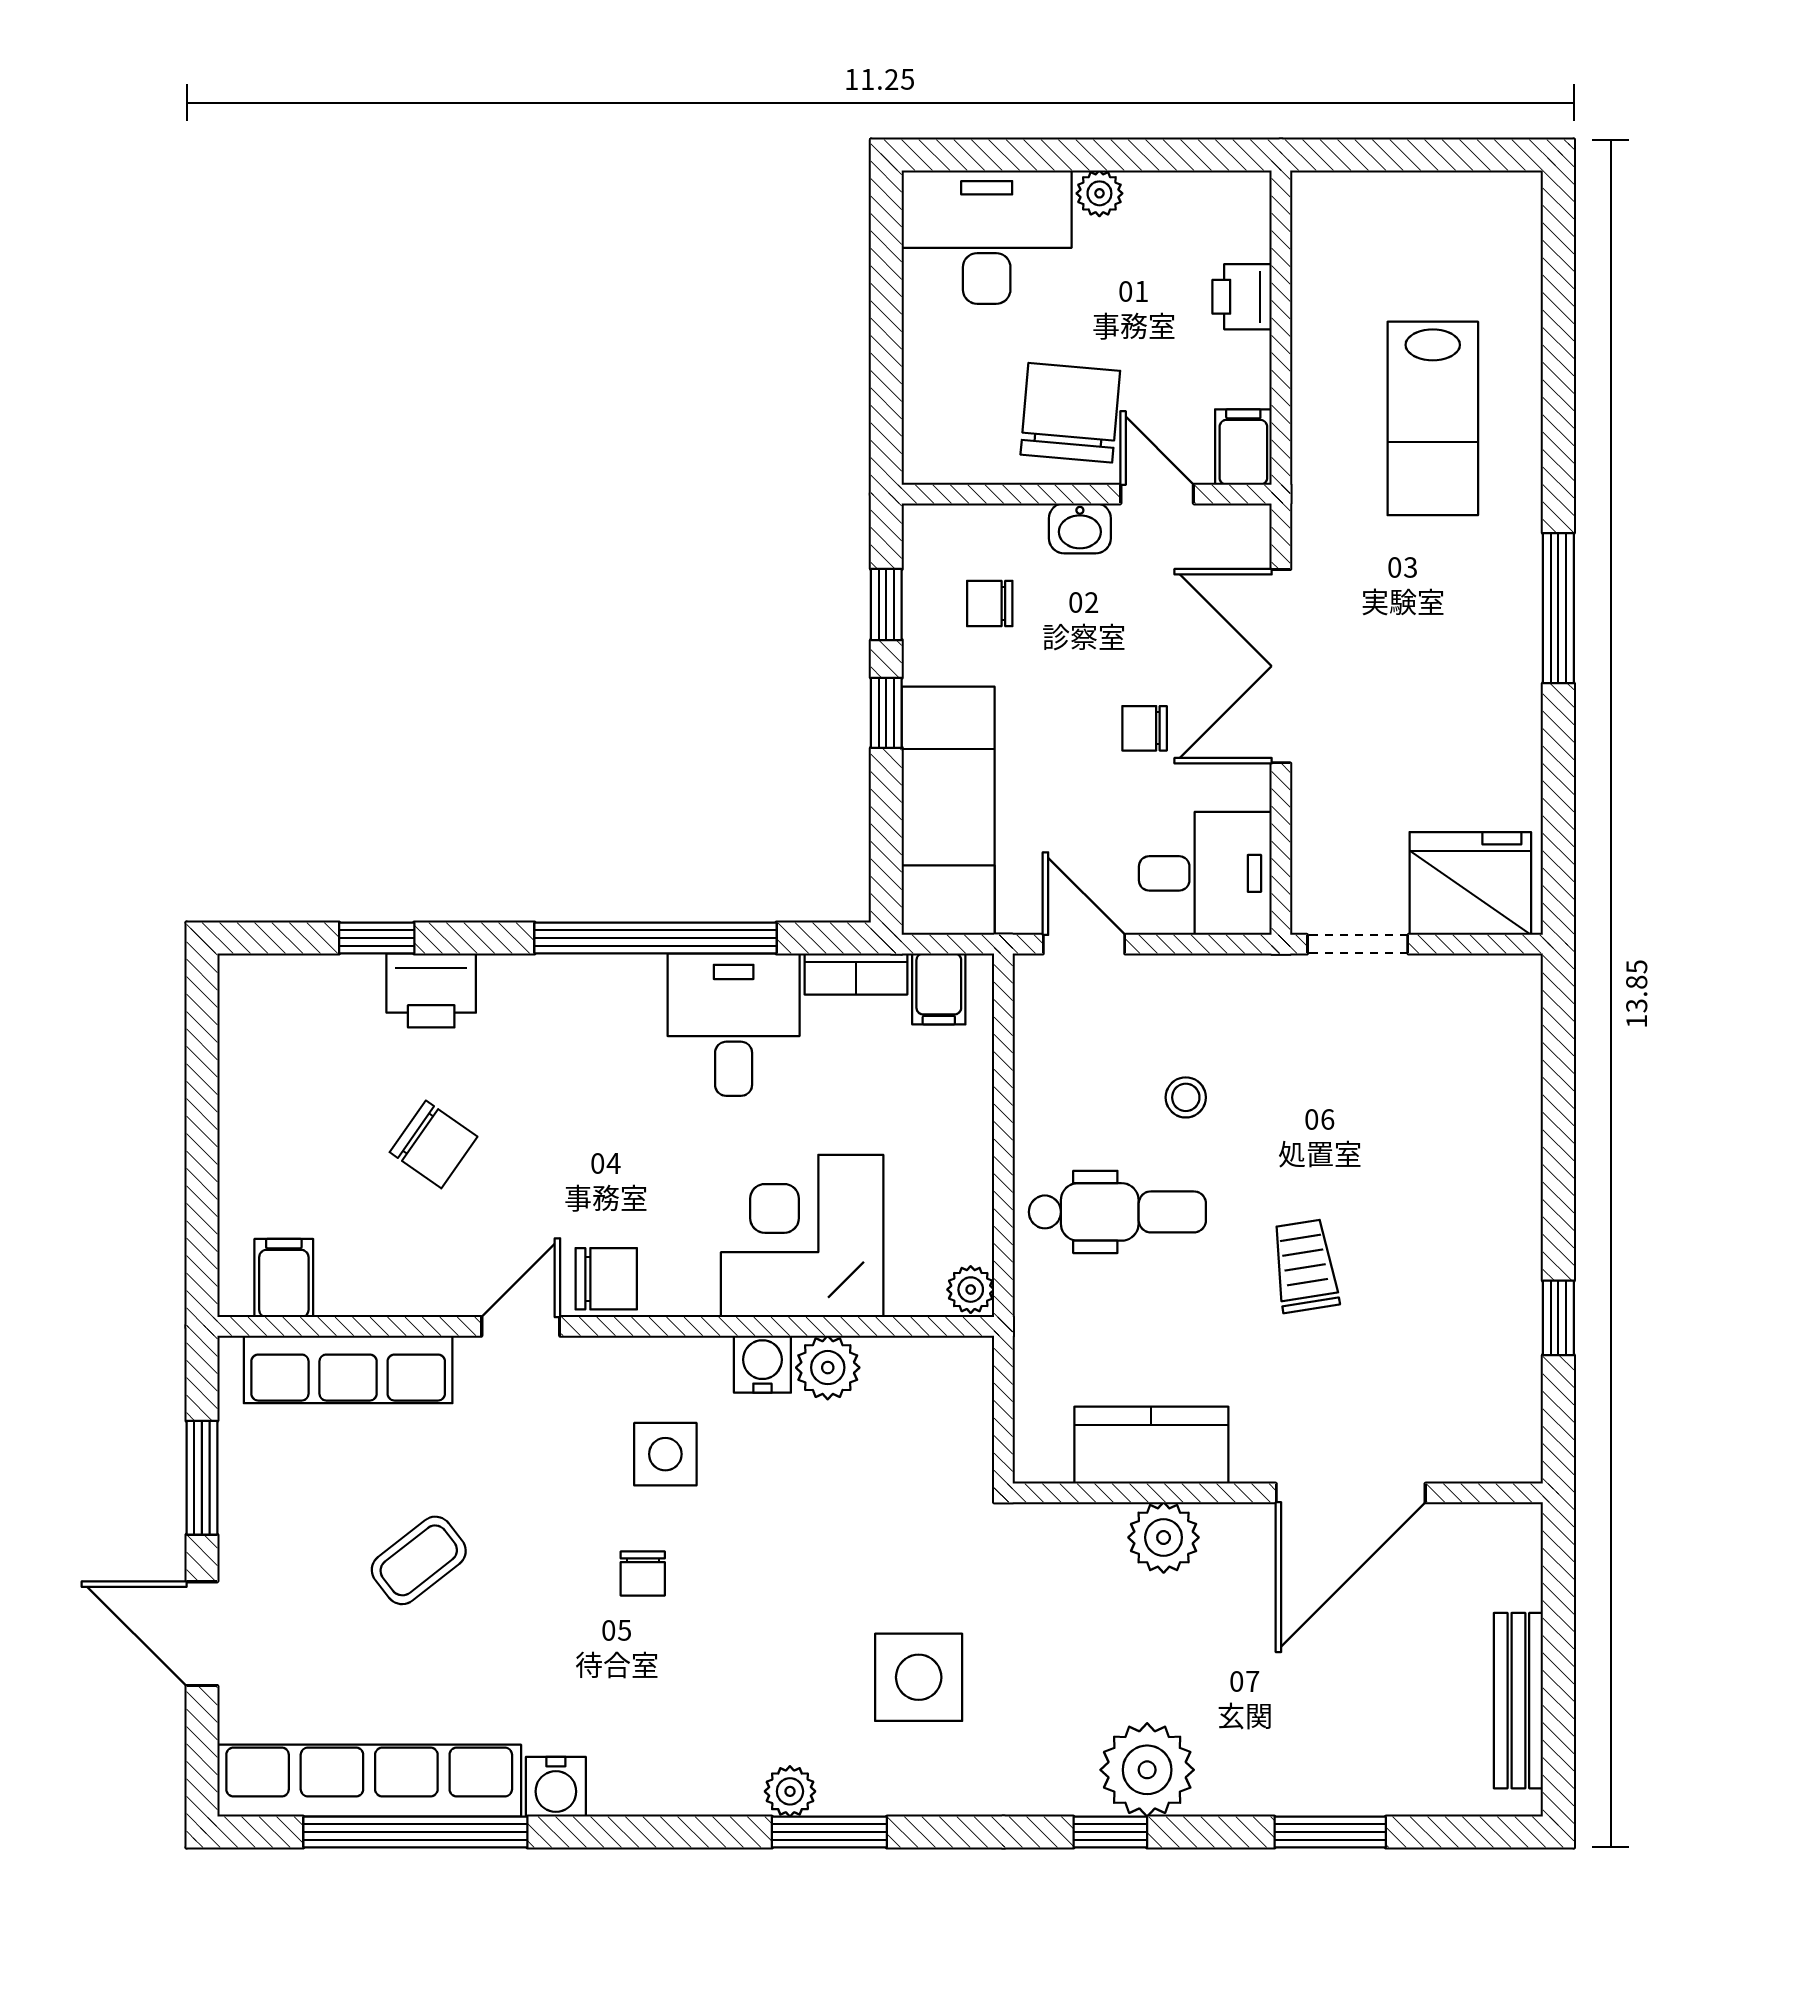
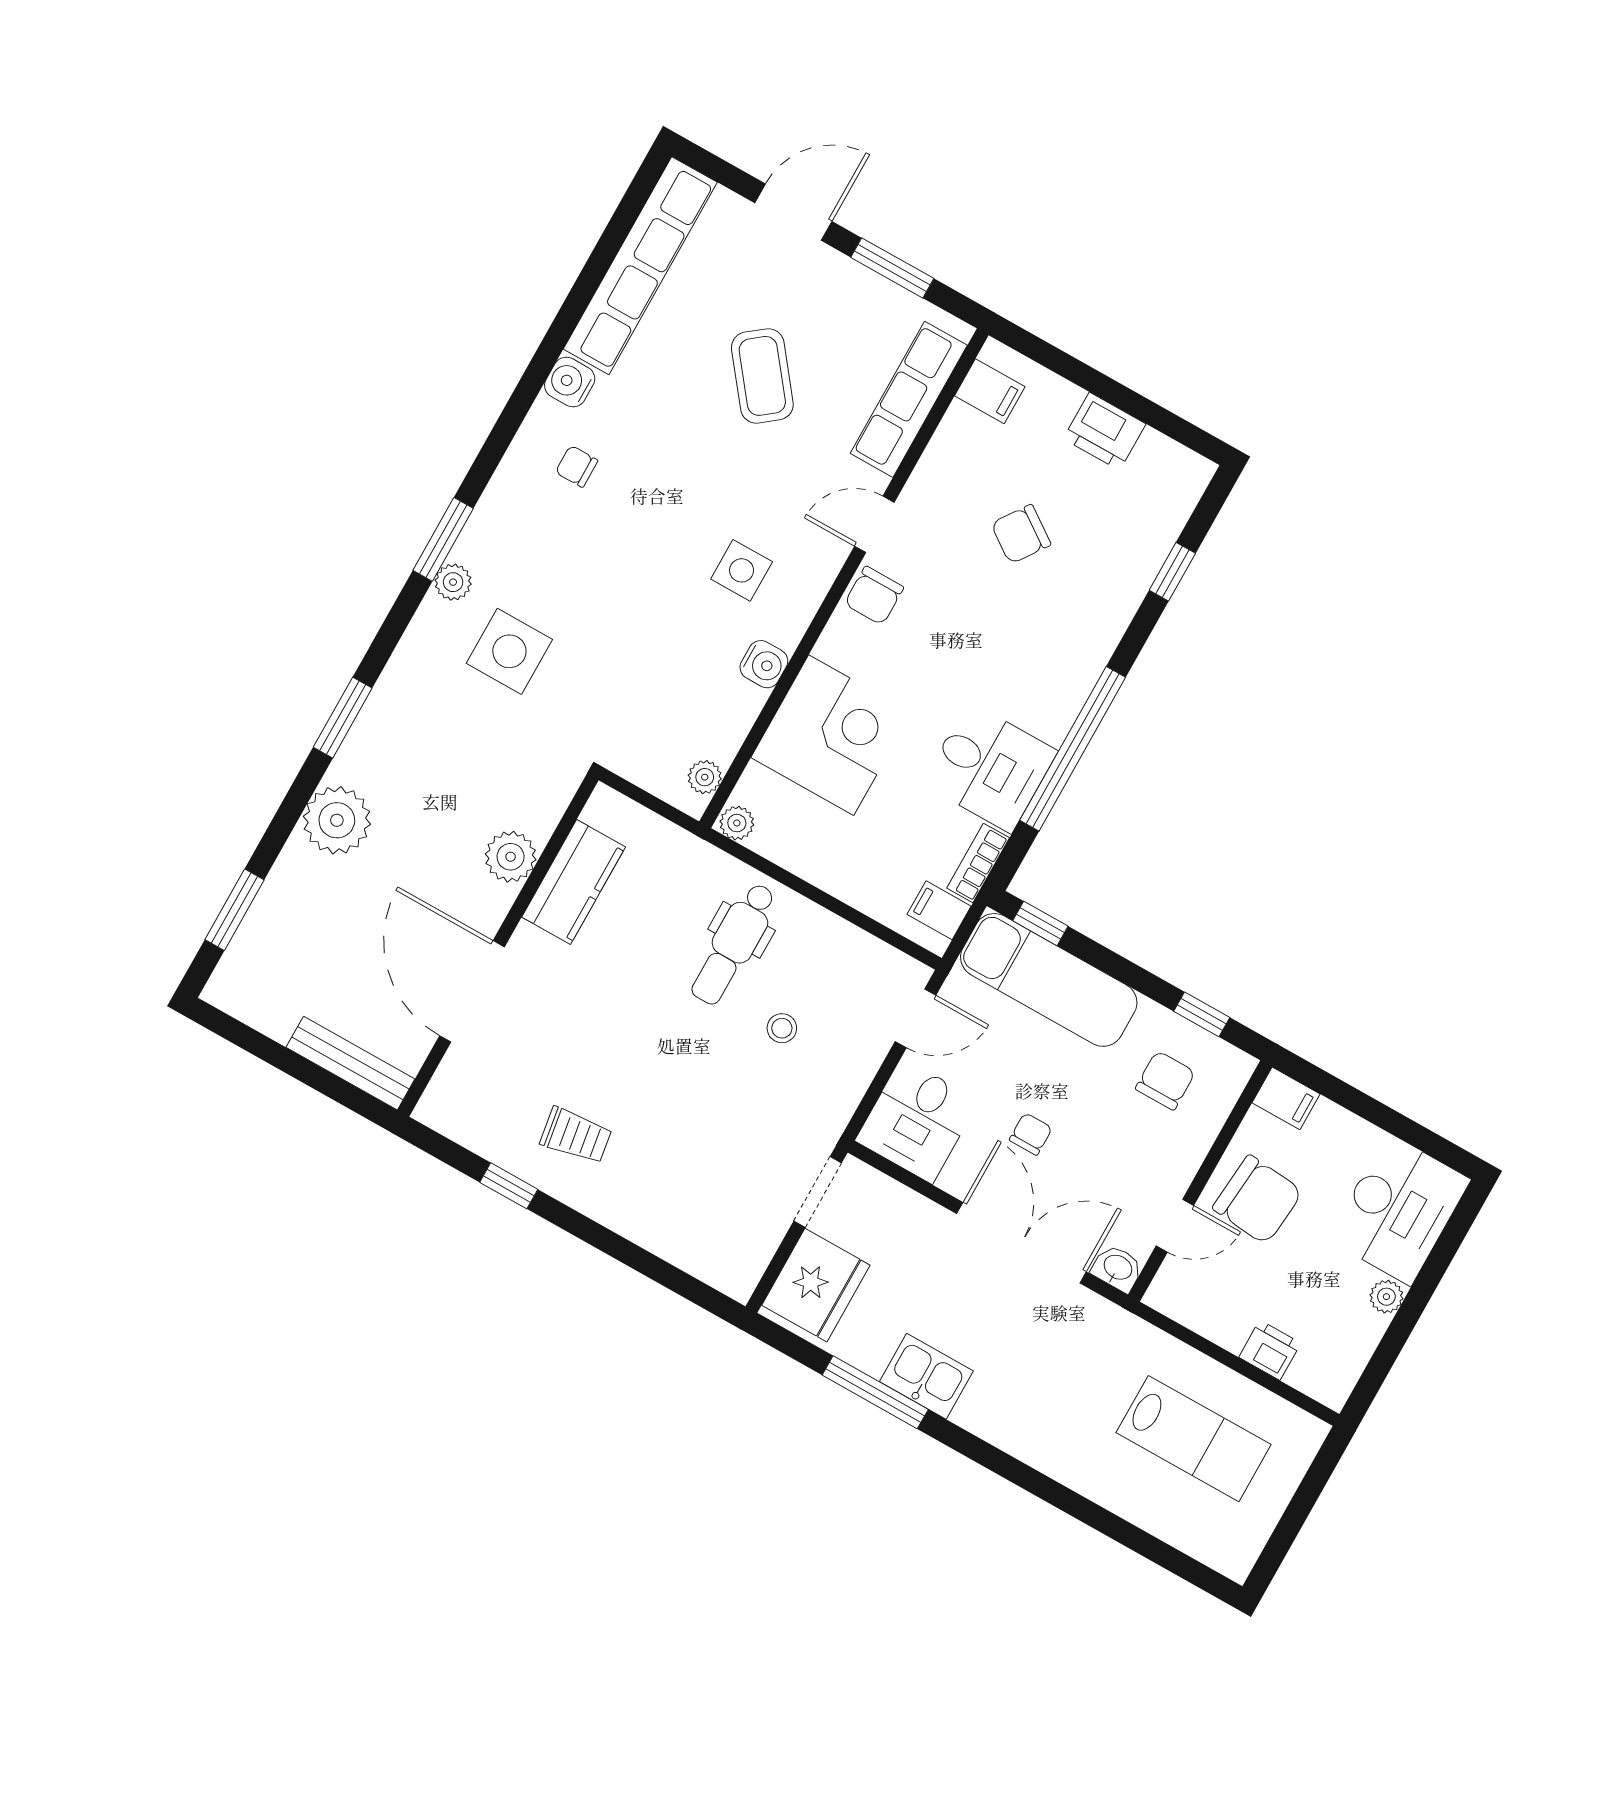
lab bench: (1433, 418) -> (1194, 1439), moved, turned 180
filing cabinet: (1243, 447) -> (1286, 1098), moved
washbasin: (1080, 528) -> (1117, 1268), moved, turned 90
chair: (990, 604) -> (1165, 1080), width x1.37, depth x1.37
window: (1558, 608) -> (875, 1392), moved
kitchen sink: (1505, 690) -> (926, 1376), added
window: (886, 713) -> (1040, 923), moved
printer: (431, 990) -> (1105, 431), moved, turned -90
trolley: (1305, 1266) -> (576, 1136), moved
door: (521, 1326) -> (874, 524), swing flipped
plant: (828, 1368) -> (705, 777), moved, width x0.73, depth x0.73
coffee table: (419, 1560) -> (762, 376), width x1.36, depth x1.30
chair: (643, 1573) -> (577, 466), moved
bench: (1518, 1701) -> (350, 1063), moved
plant: (1147, 1770) -> (337, 820), moved
plant: (790, 1791) -> (453, 582), moved
window: (415, 1832) -> (591, 277), removed
window: (1110, 1832) -> (343, 718), width x1.50
window: (1330, 1832) -> (234, 910), moved

